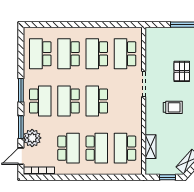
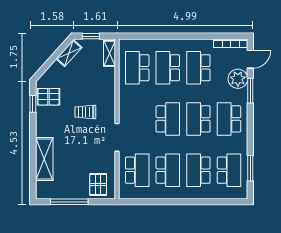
school desk: (69, 54) -> (198, 170), turned 180
pallet: (182, 71) -> (98, 185), moved
window: (21, 90) -> (250, 168), moved
school desk: (69, 101) -> (198, 119), turned 180
shelving: (150, 147) -> (110, 53), moved
school desk: (125, 148) -> (137, 68), turned 180

